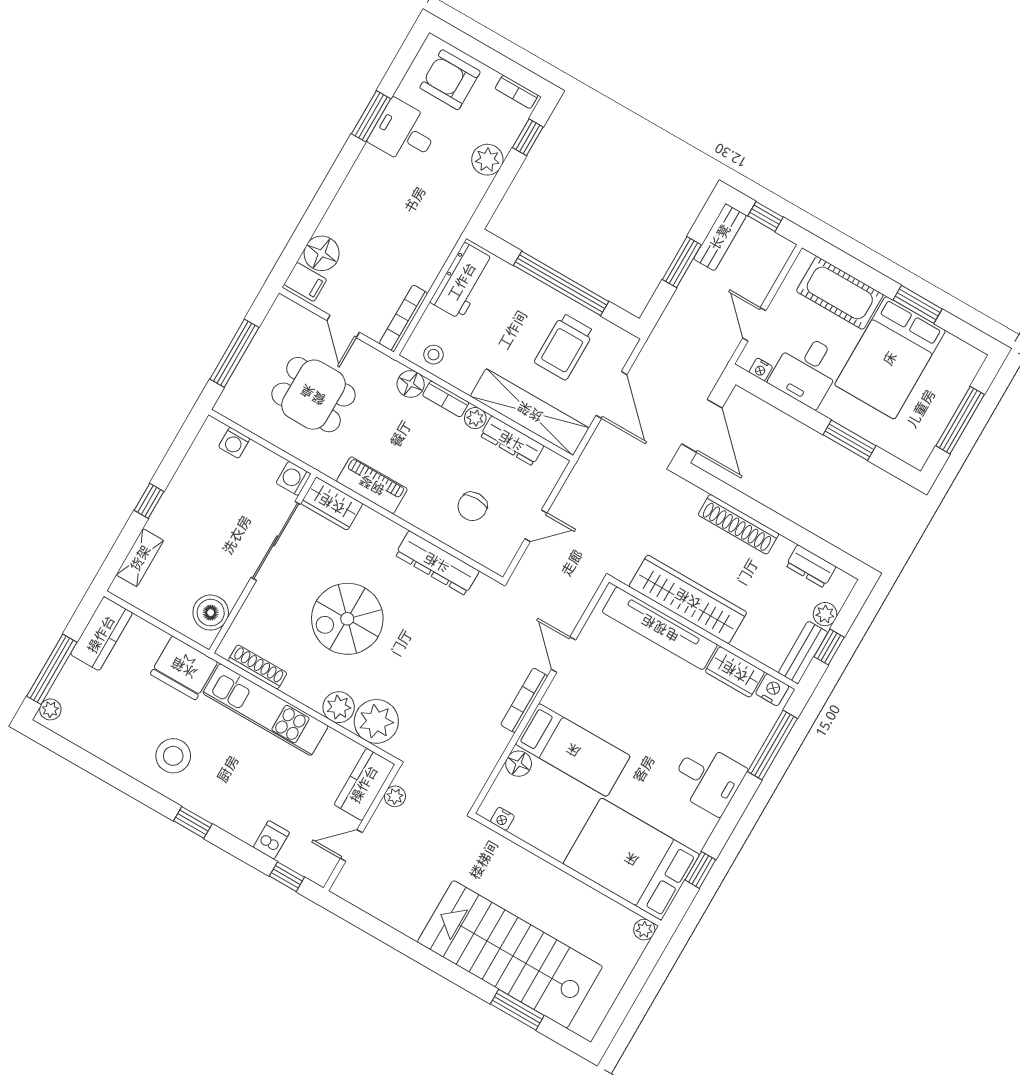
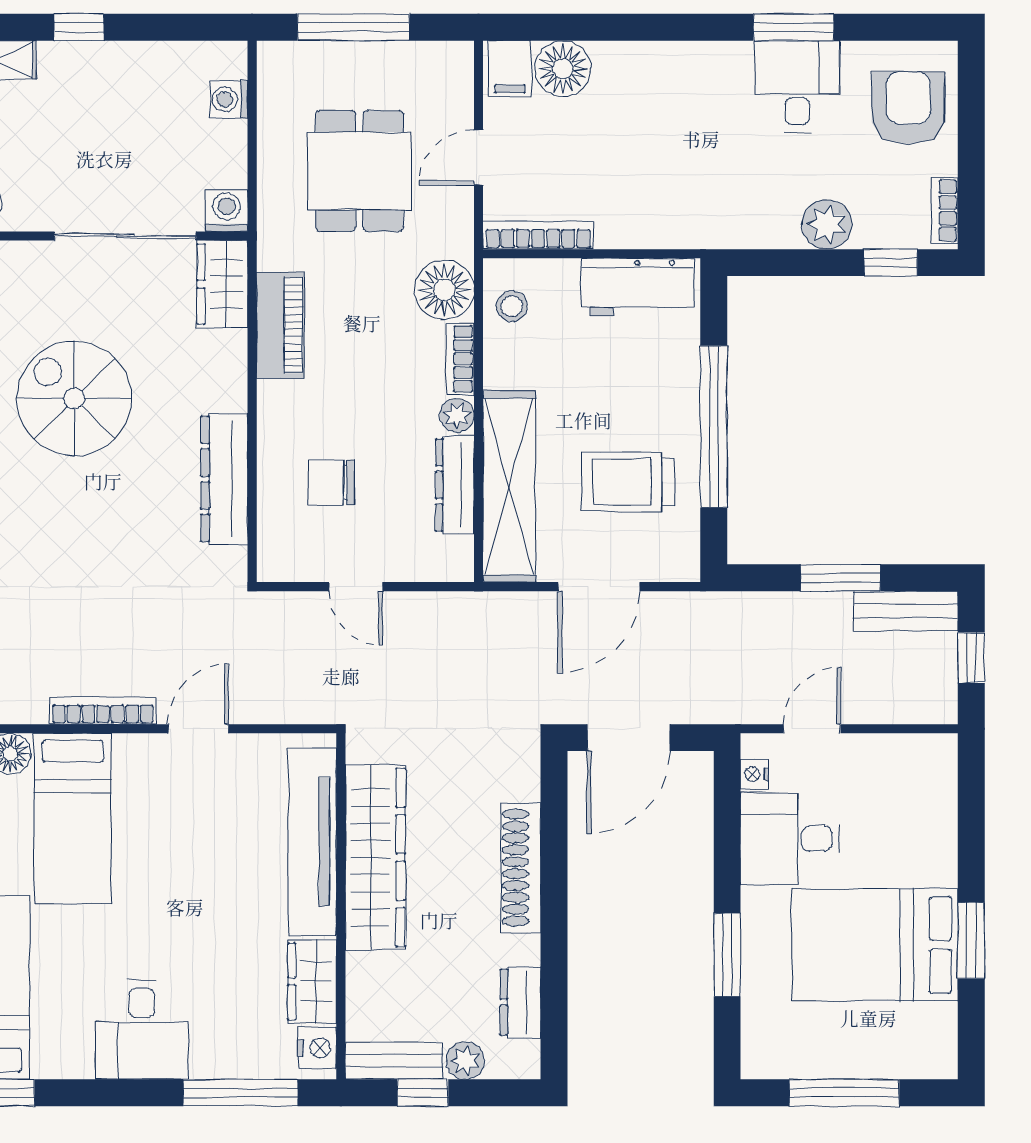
cot: (840, 293) -> (925, 823), removed
floor lamp: (411, 384) -> (444, 290), width x1.38, depth x1.38

